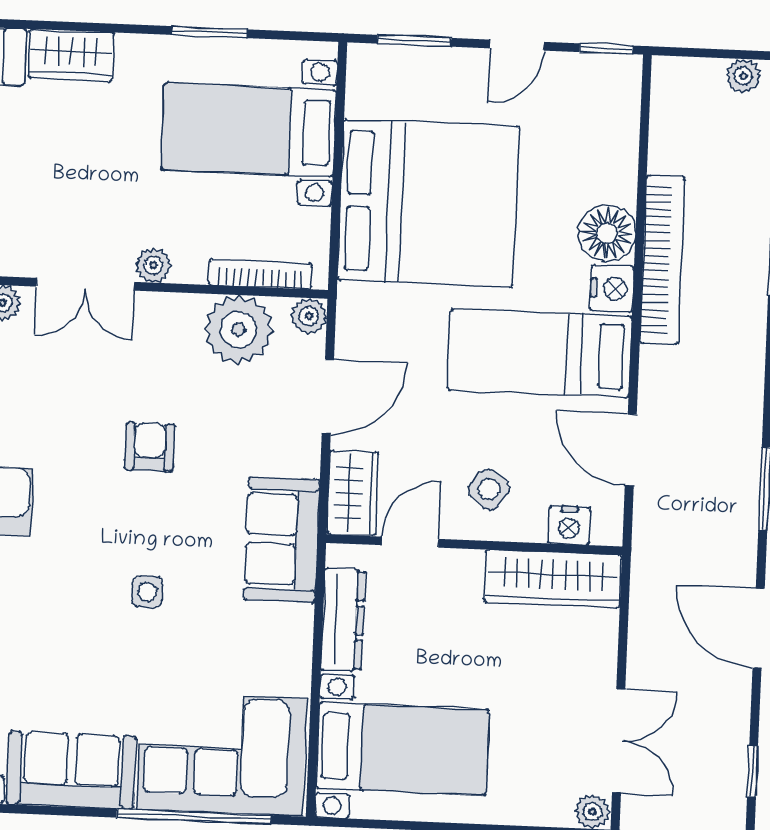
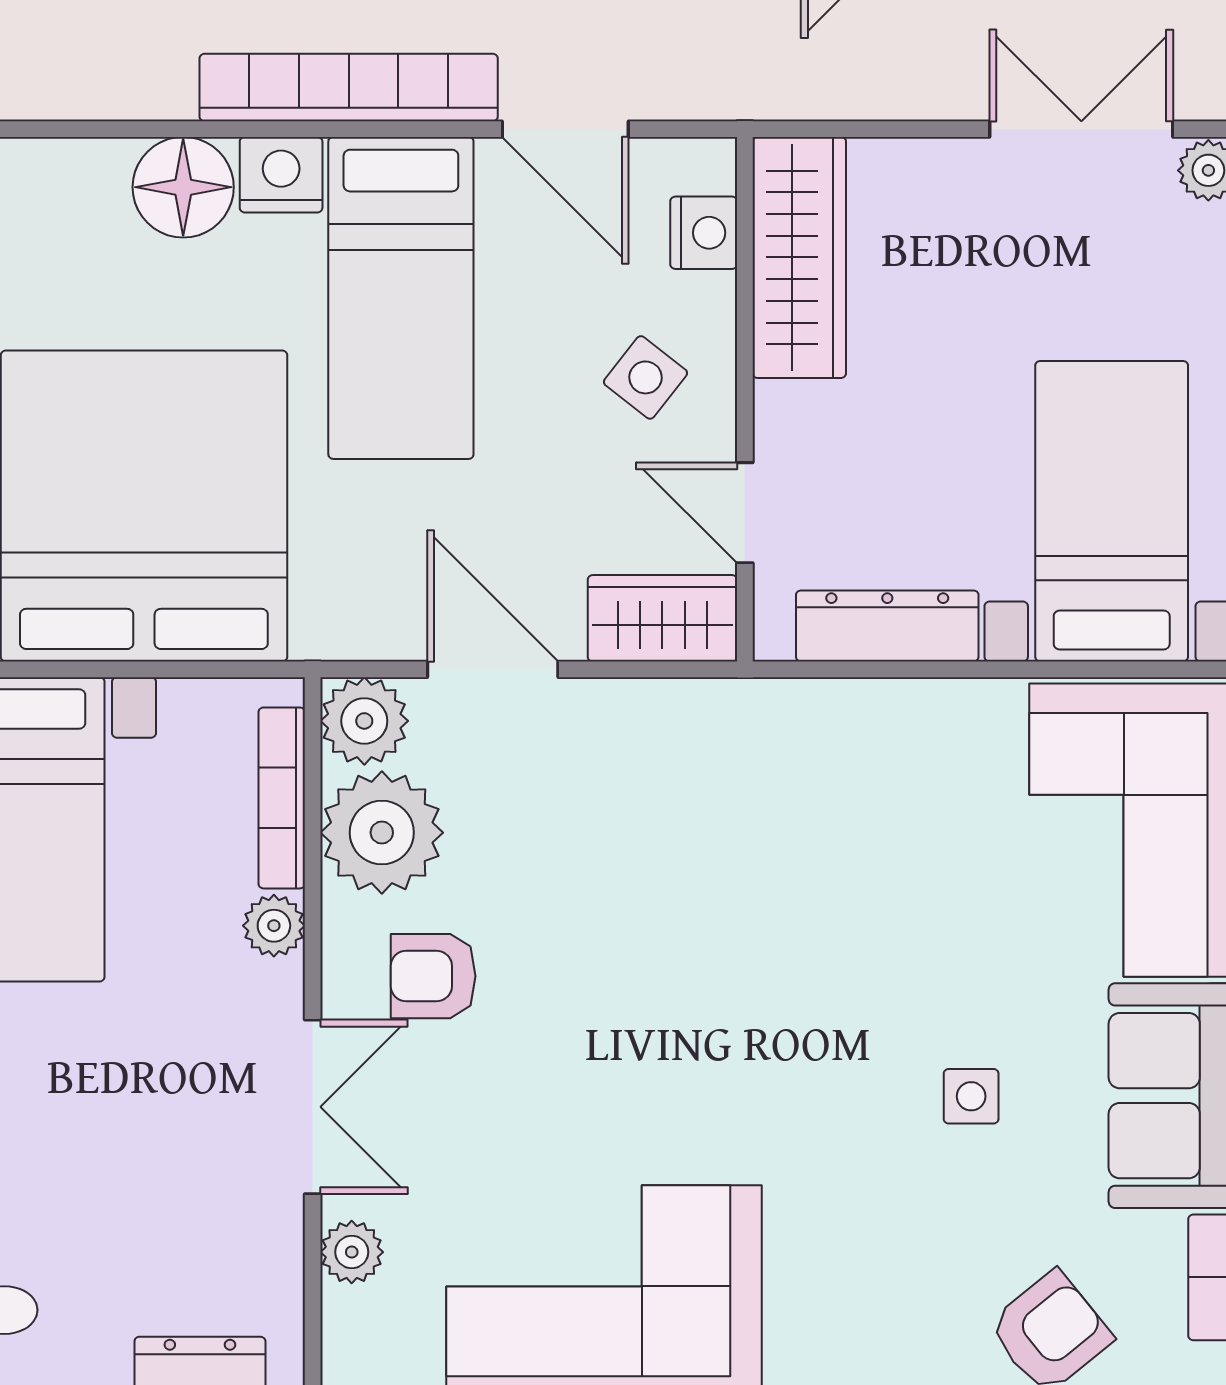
bookcase: (662, 260) -> (349, 87), moved
plant: (153, 265) -> (274, 926), moved
plant: (309, 316) -> (364, 721), width x1.38, depth x1.38
armchair: (150, 447) -> (433, 976), moved
door: (631, 450) -> (565, 129), hinge flipped
sofa: (282, 540) -> (750, 740), removed
side table: (147, 592) -> (971, 1096), moved

